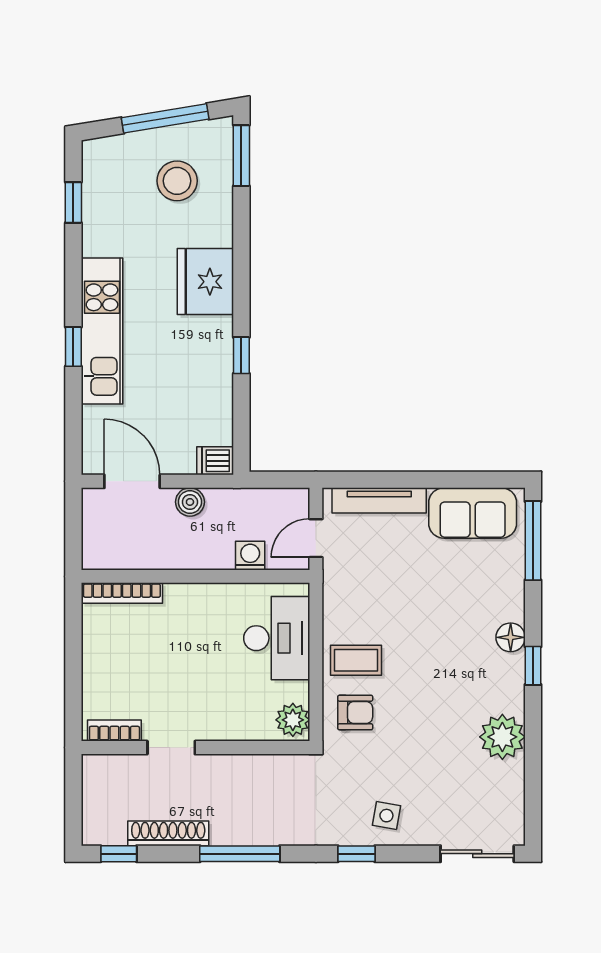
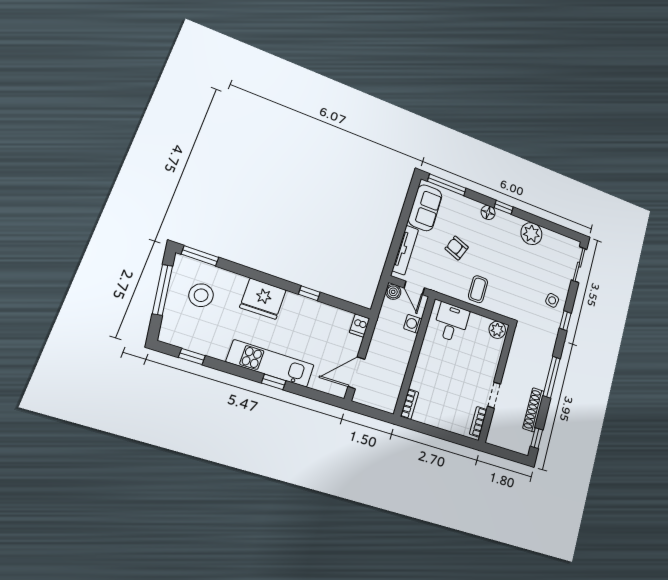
boiler: (190, 502) -> (393, 292), moved
bookcase: (122, 593) -> (410, 404), width x0.64
desk: (277, 638) -> (451, 322), width x0.73
armchair: (355, 712) -> (457, 248), moved, turned -69

